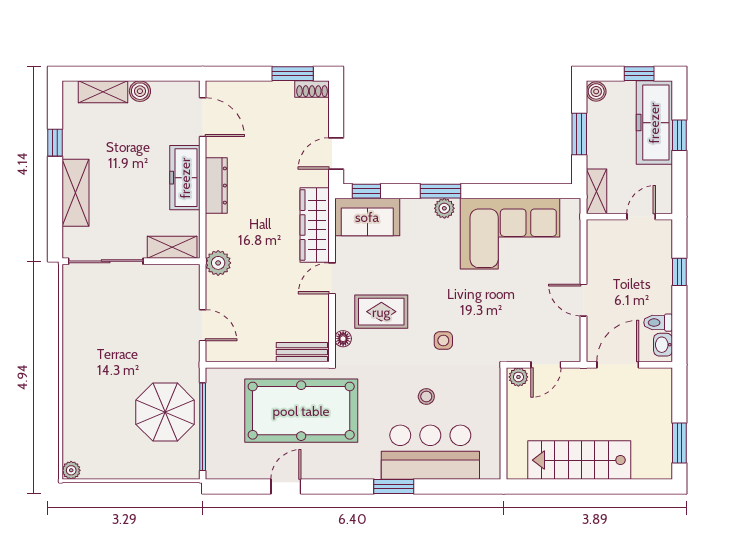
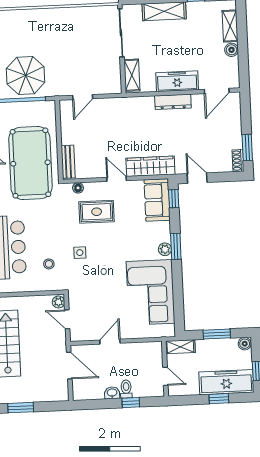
plant: (218, 263) -> (123, 105), removed
rug: (381, 312) -> (97, 212), turned 90
toilet: (658, 323) -> (126, 389), moved
washbasin: (663, 345) -> (112, 393), moved
stool: (426, 397) -> (49, 264), moved

